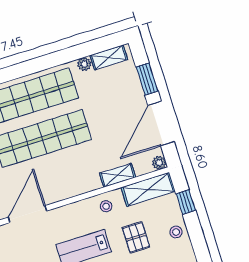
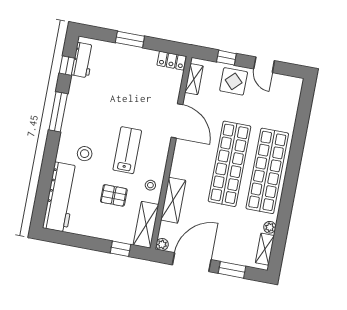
door: (161, 124) -> (192, 262), hinge flipped
shelving: (118, 175) -> (173, 200), width x1.50, depth x1.33
stool: (176, 232) -> (101, 229), removed

